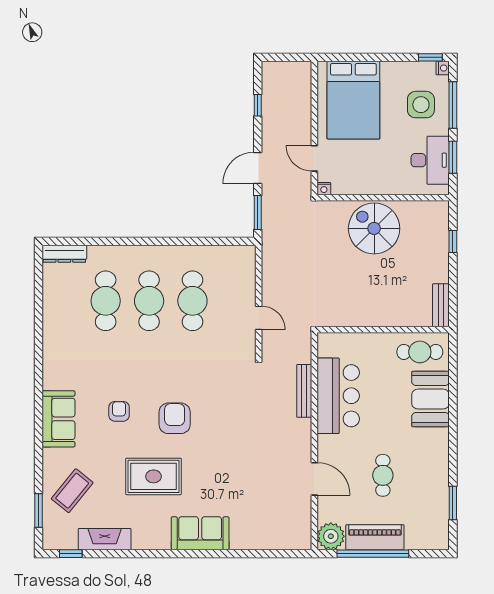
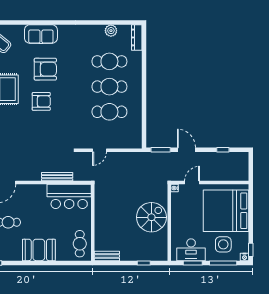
bed: (353, 100) -> (226, 211), width x1.36
plant: (53, 298) -> (111, 31), added
bar counter: (338, 396) -> (69, 196), moved
booth: (430, 399) -> (39, 250), moved
armchair: (119, 411) -> (45, 69), width x1.88, depth x1.88

